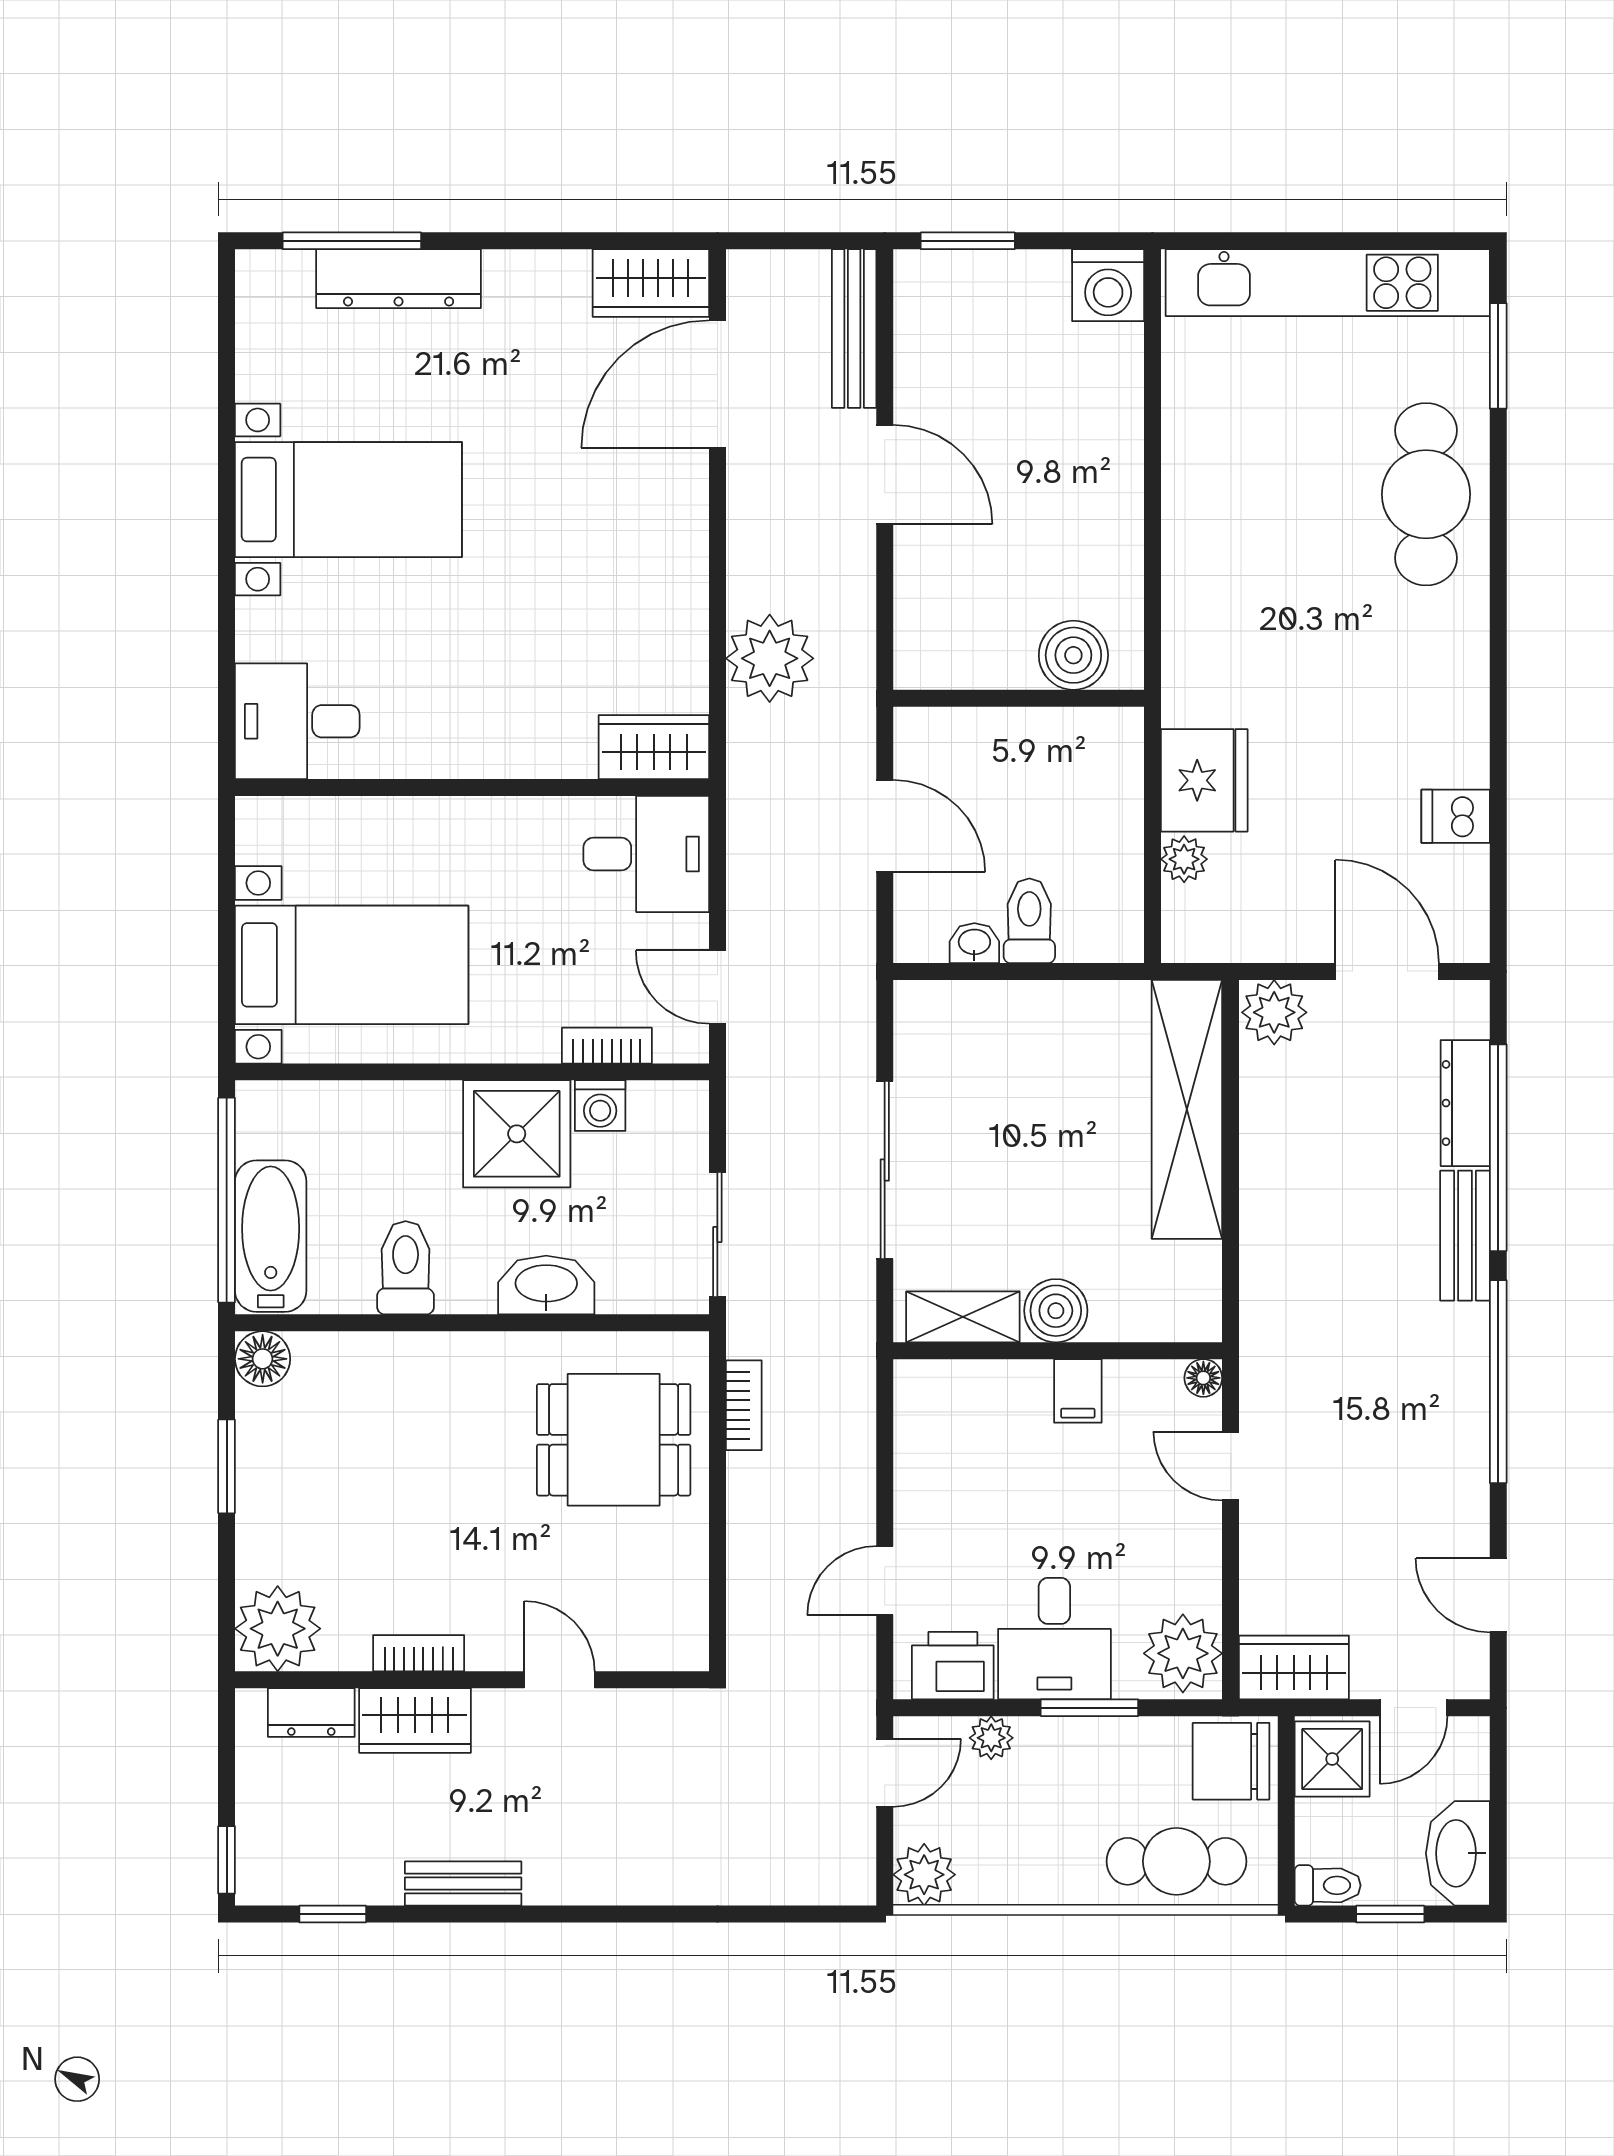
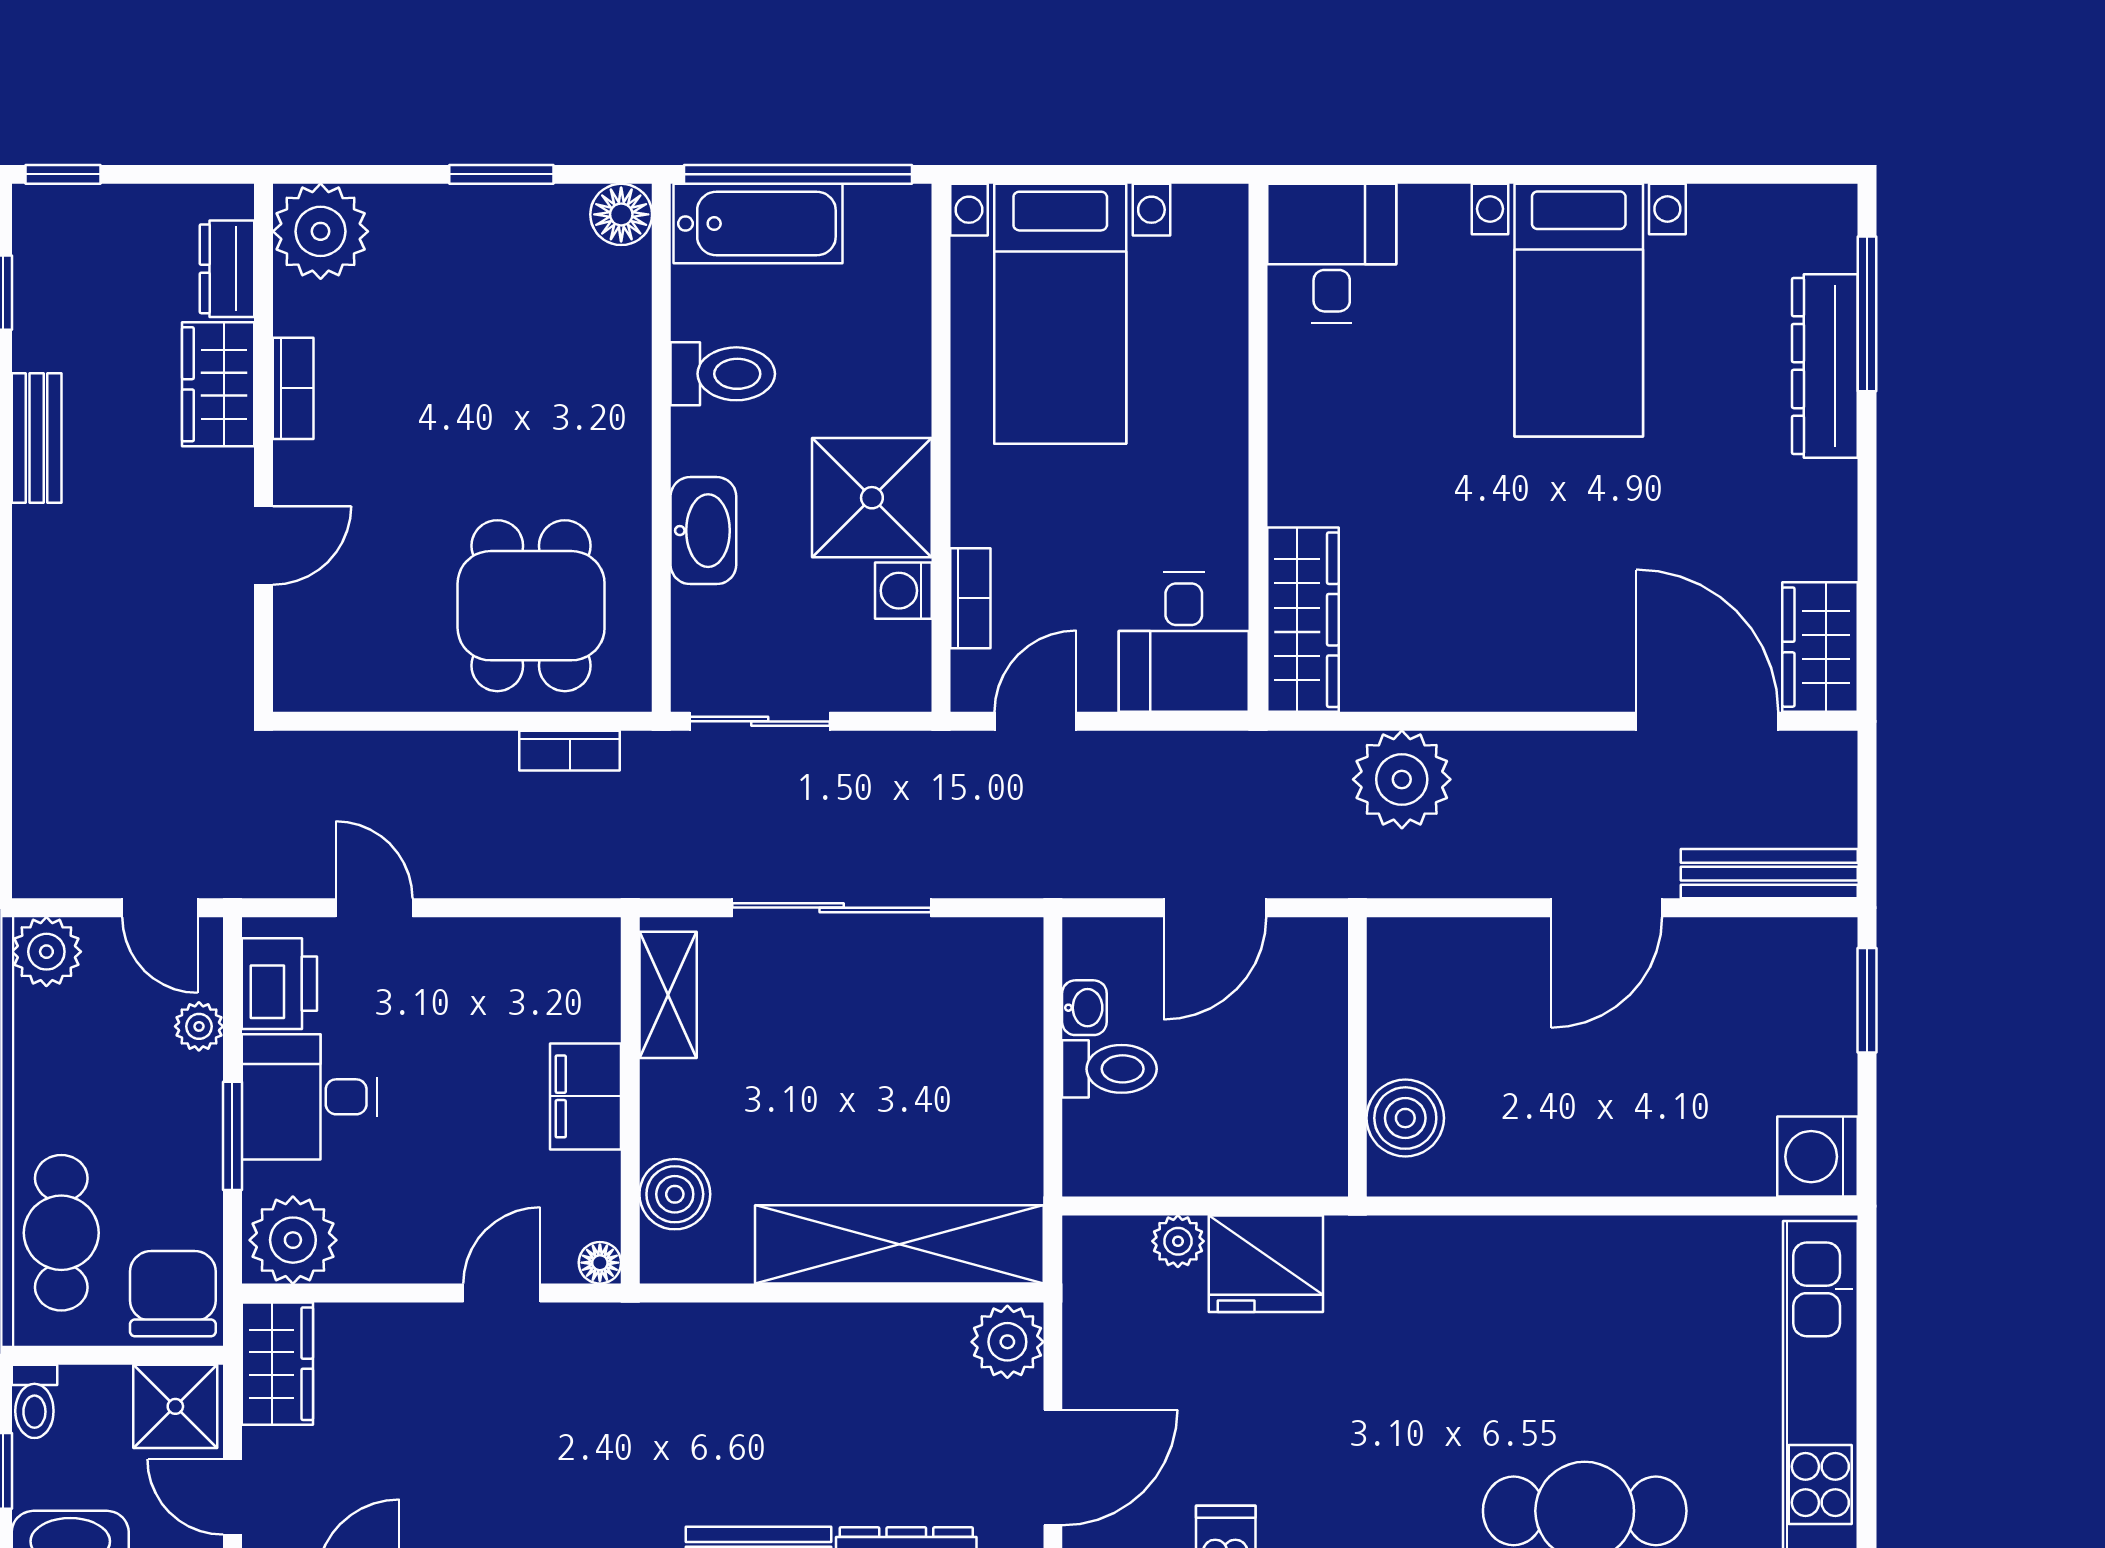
wardrobe: (654, 747) -> (1303, 620), width x1.50
boiler: (1056, 1311) -> (675, 1194), moved
filing cabinet: (1078, 1391) -> (586, 1096), width x2.00

